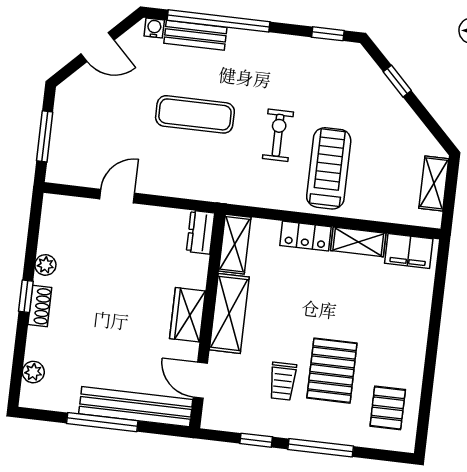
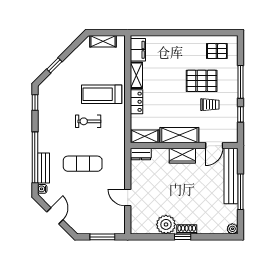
exercise mat: (195, 114) -> (83, 164), turned 90
plant: (45, 265) -> (166, 224), width x1.87, depth x1.87
plant: (33, 372) -> (232, 229), moved

